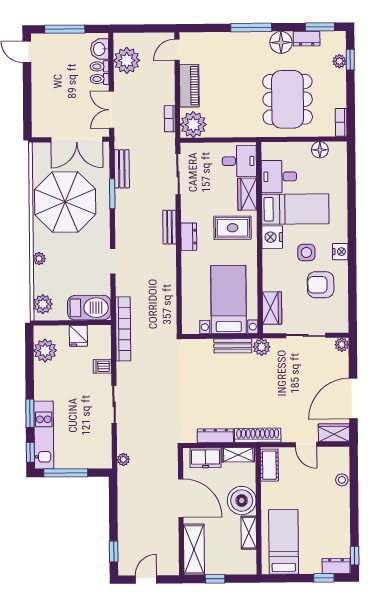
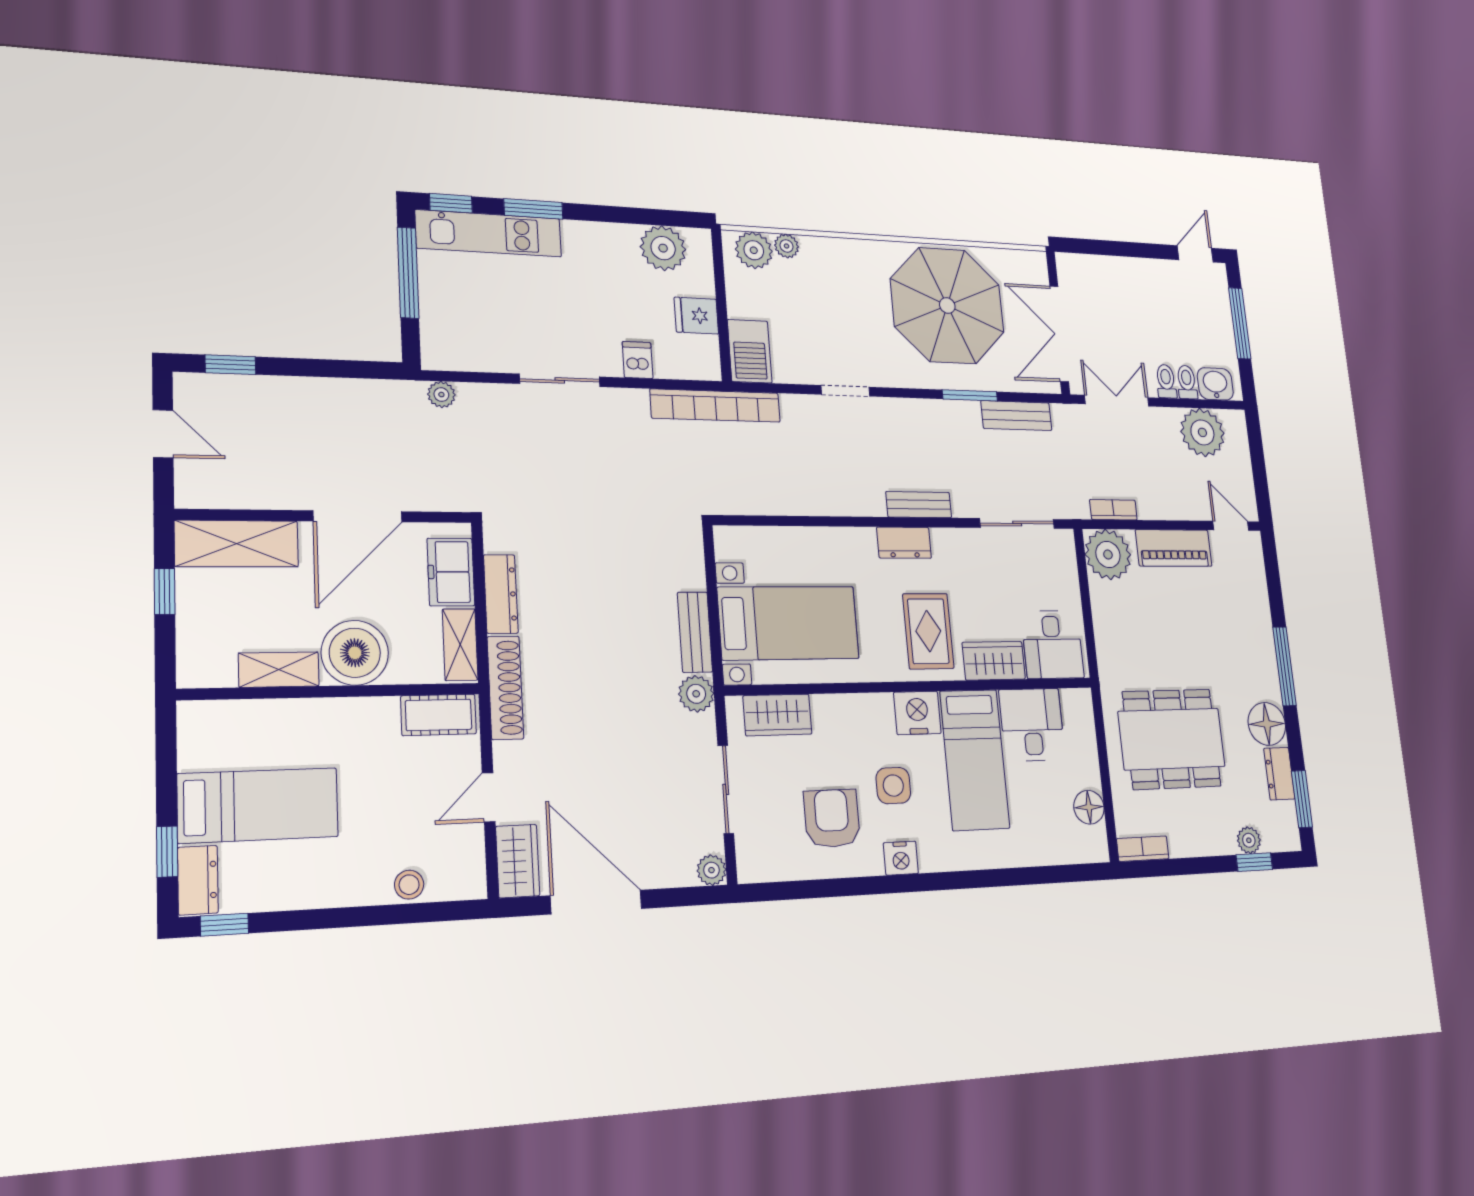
plant: (39, 259) -> (787, 246), moved
barbecue: (89, 308) -> (750, 351), width x0.73, depth x0.83
bed: (284, 542) -> (258, 805), moved

